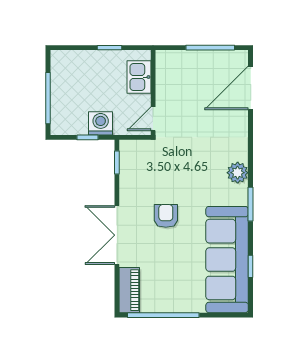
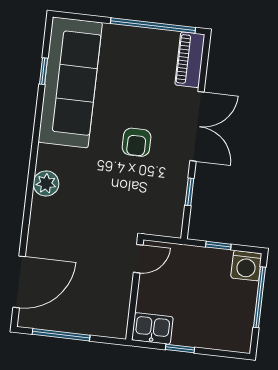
kitchen sink: (139, 77) -> (152, 328), moved, turned -90
washing machine: (101, 123) -> (246, 266), moved
window: (117, 163) -> (189, 192), moved
window: (251, 204) -> (35, 144), removed

